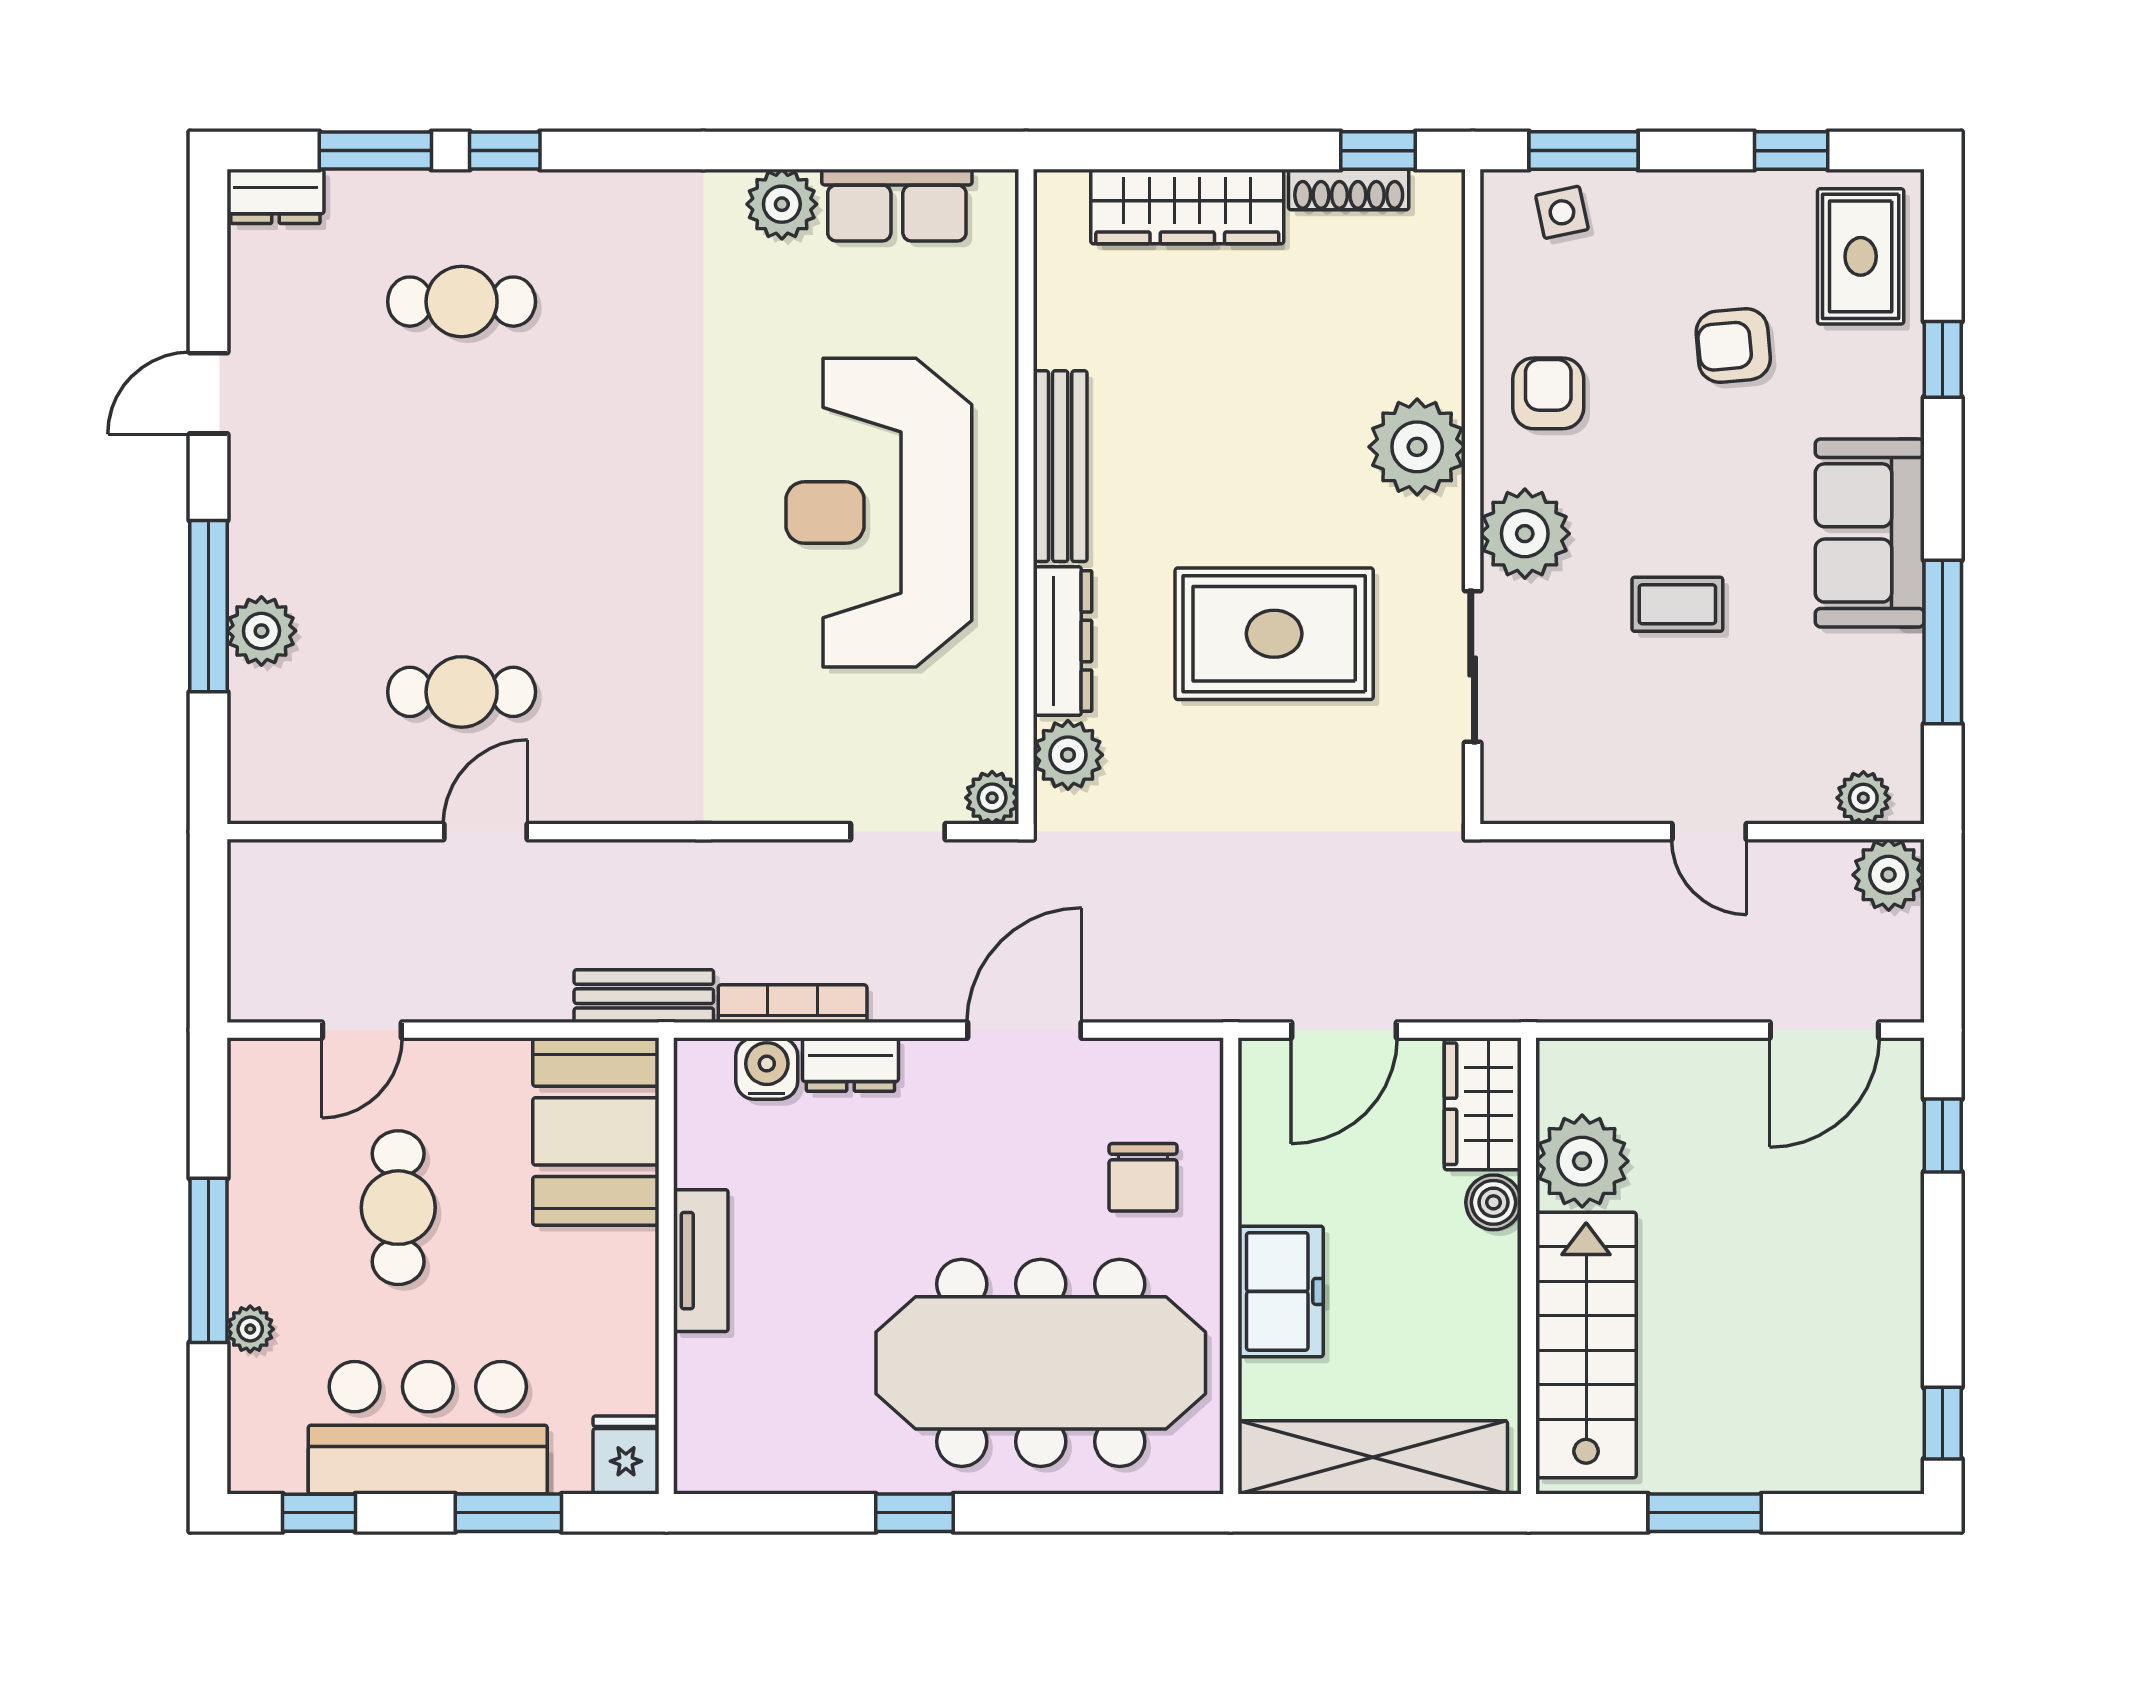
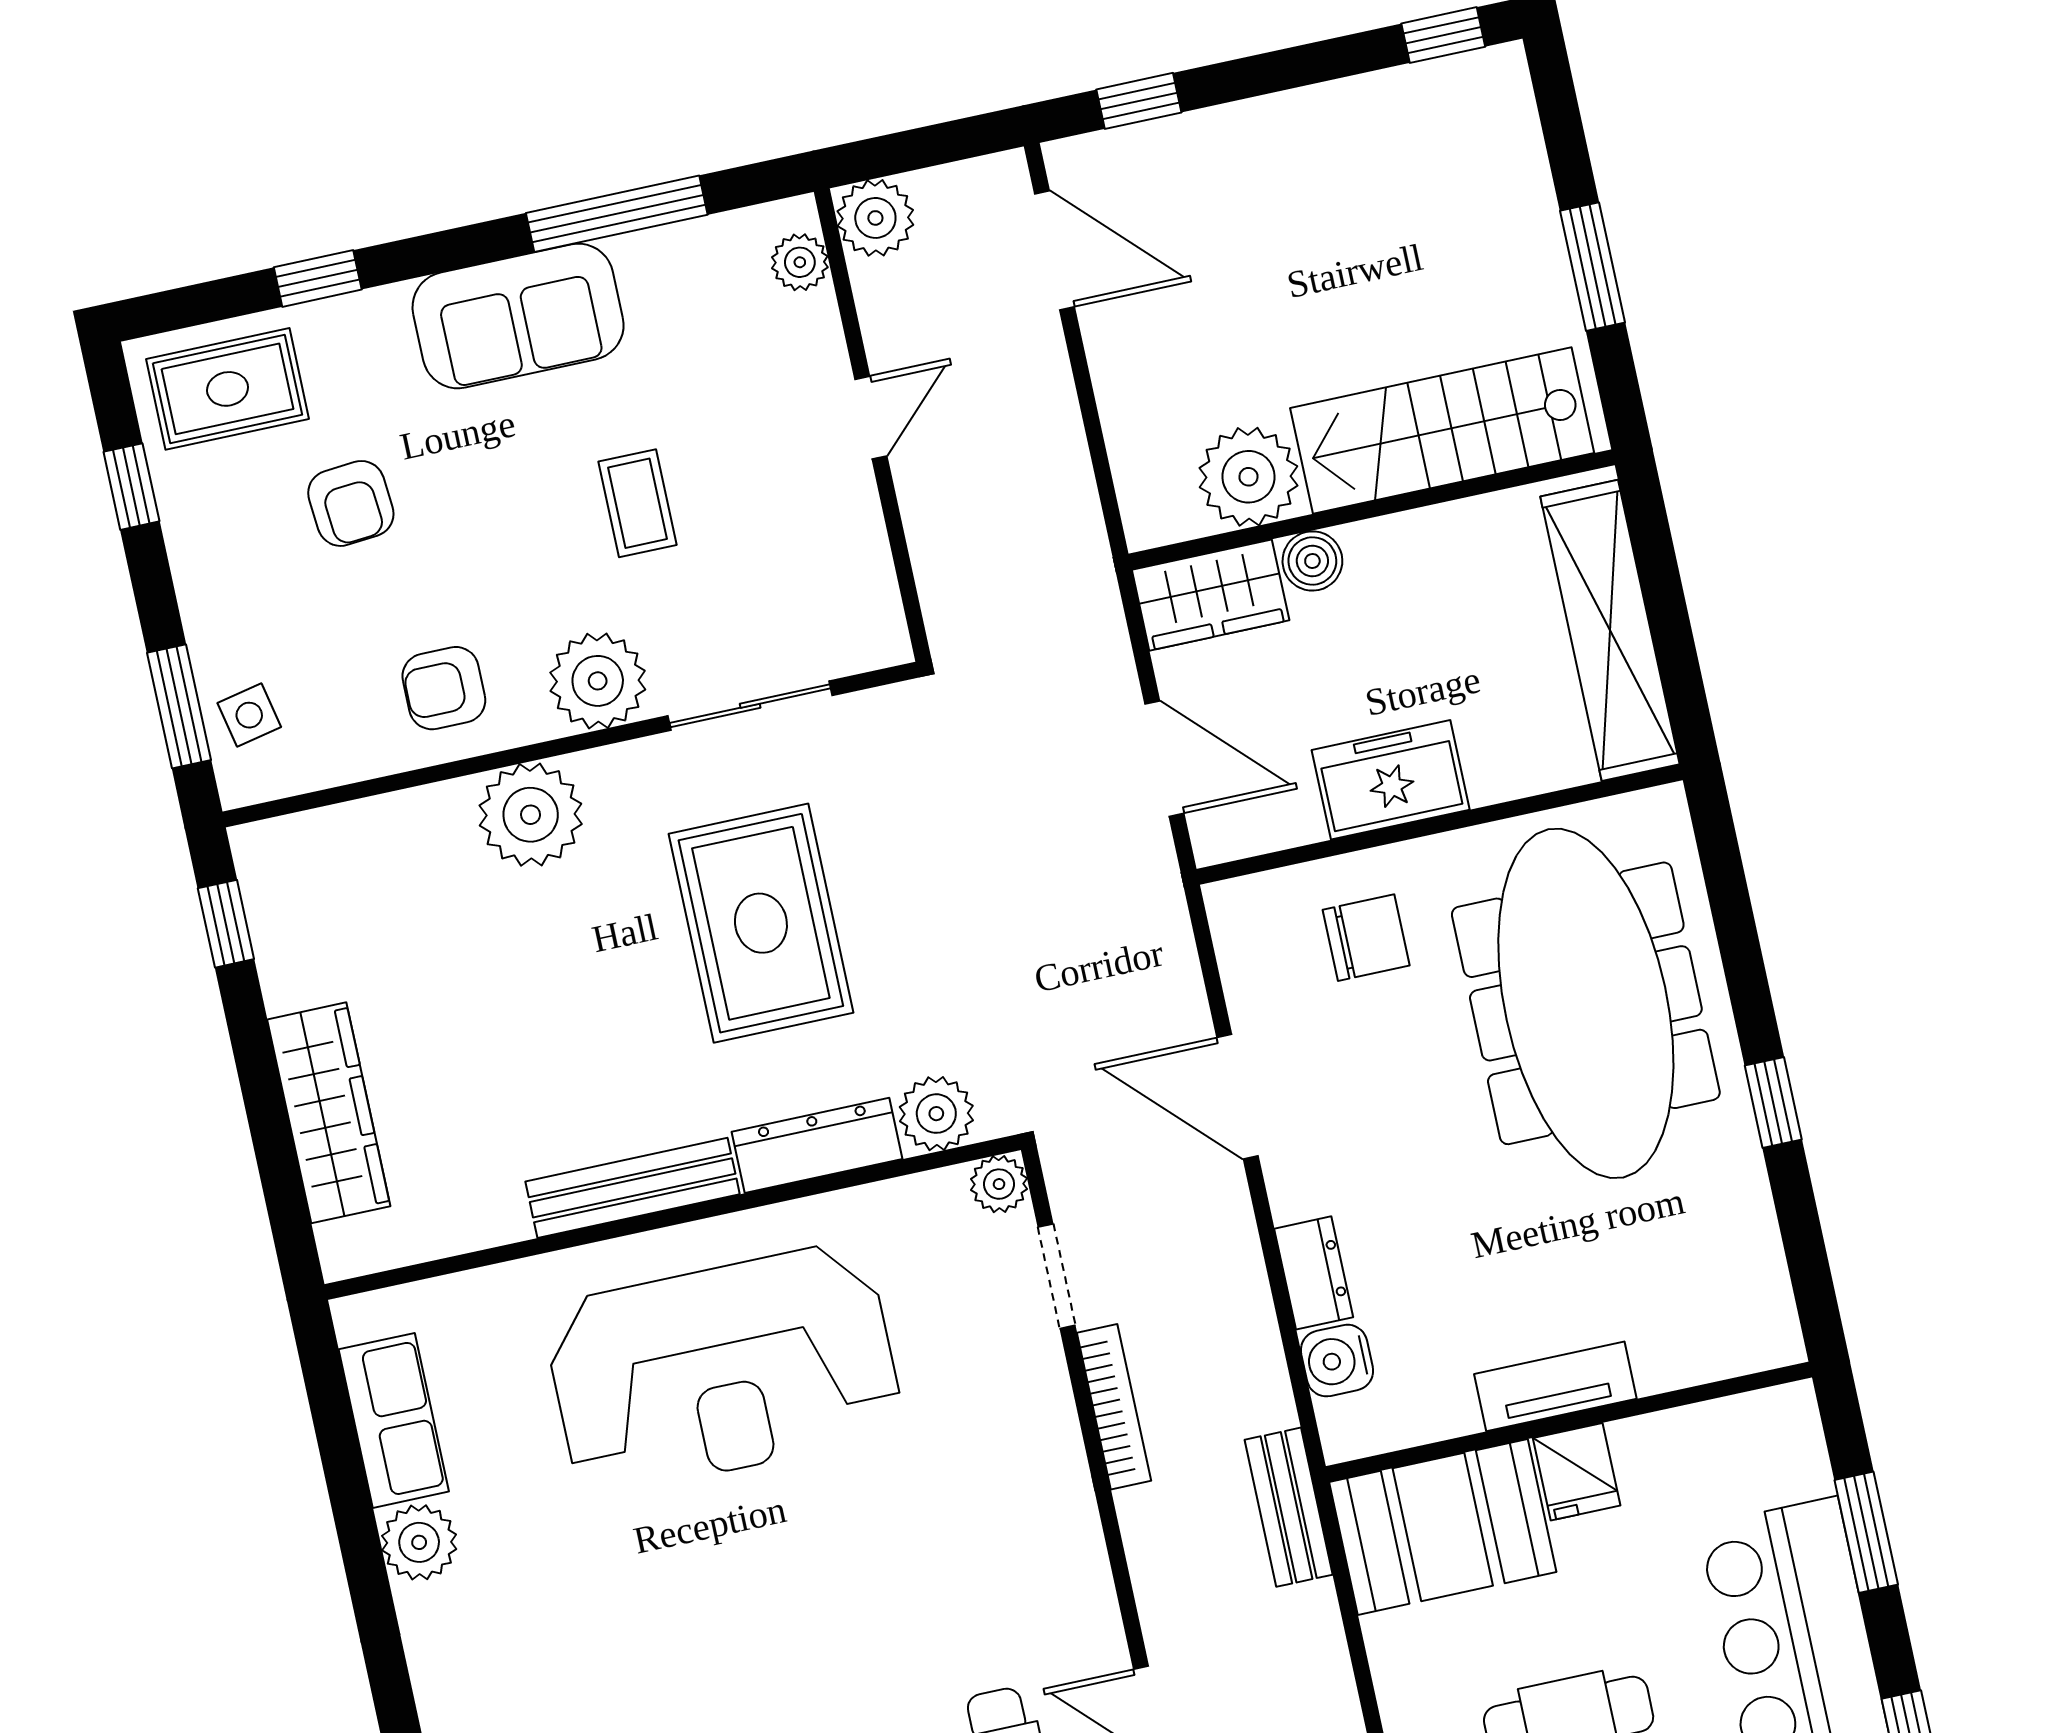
shoe rack: (1349, 190) -> (274, 946), removed
bookcase: (793, 1004) -> (1114, 1407), moved, turned 180
freezer: (1281, 1291) -> (1391, 780), moved
fridge: (626, 1455) -> (1577, 1472), moved, turned -90

